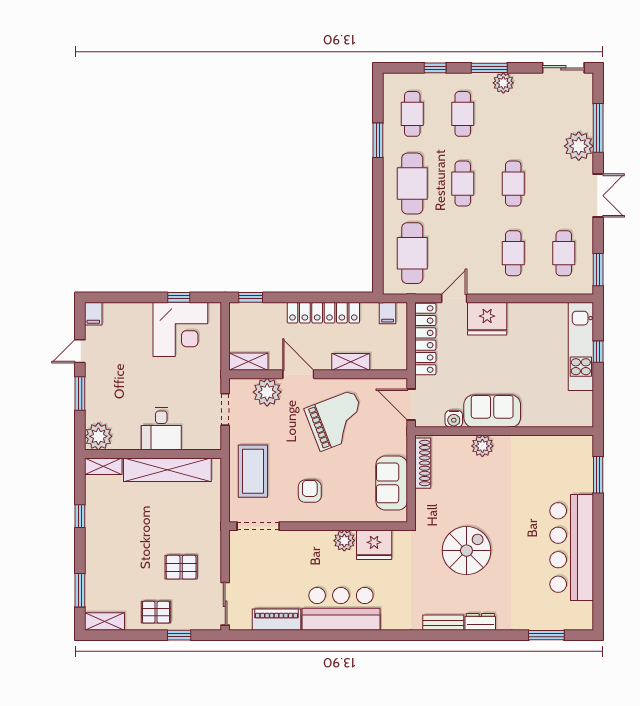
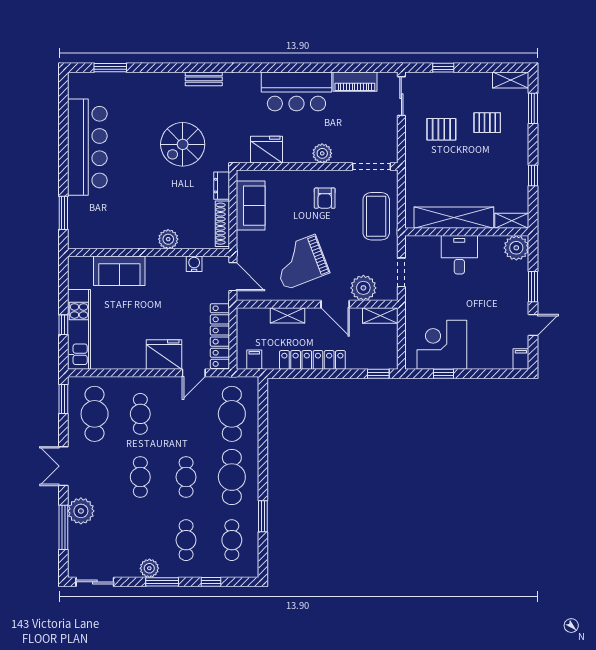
cafe table: (564, 253) -> (95, 414), width x1.37, depth x1.35
sofa: (492, 411) -> (119, 271), moved
plant: (344, 541) -> (322, 153), moved
pallet: (156, 612) -> (487, 123), moved
dresser: (480, 622) -> (222, 186), moved, turned 90

